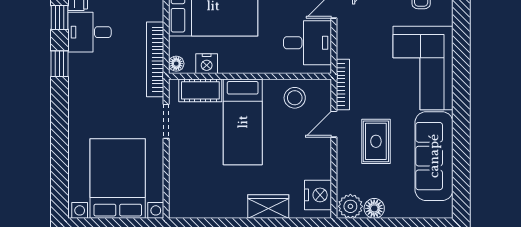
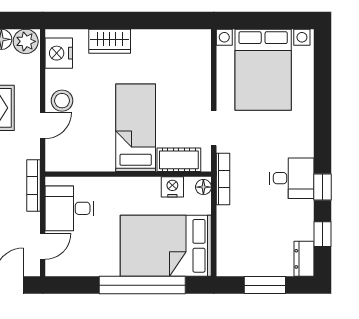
desk: (89, 32) -> (292, 178), moved
bookcase: (155, 59) -> (223, 179), width x0.68, depth x0.76
bookcase: (343, 84) -> (33, 185), moved
stool: (295, 98) -> (62, 101), moved

